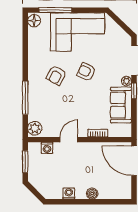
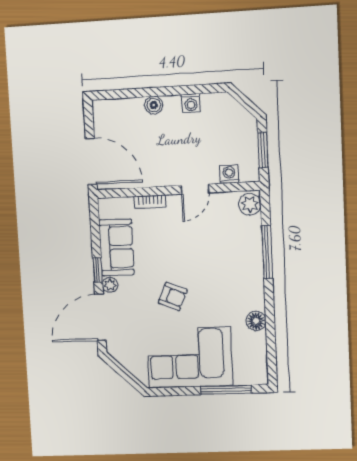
floor lamp: (34, 21) -> (256, 321), moved
armchair: (56, 75) -> (220, 289), removed

